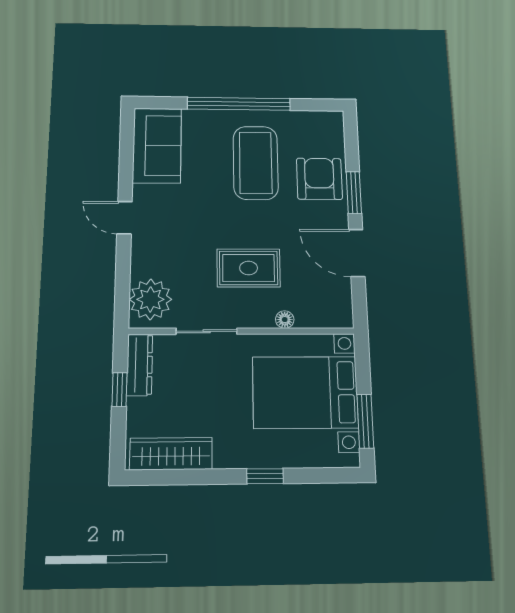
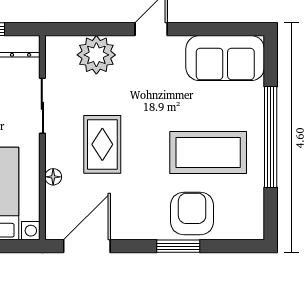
armchair: (319, 179) -> (192, 214), turned -90
door: (357, 253) -> (87, 246), moved
plant: (150, 299) -> (96, 55), moved

